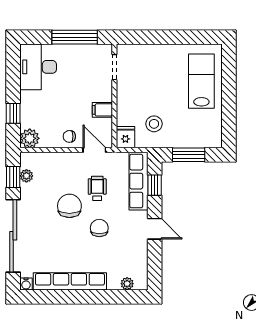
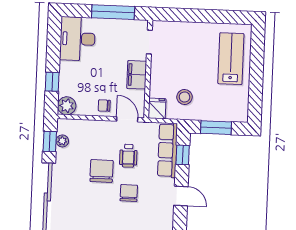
filing cabinet: (102, 110) -> (137, 75), width x2.00
wheelchair: (97, 188) -> (128, 156), turned 180

